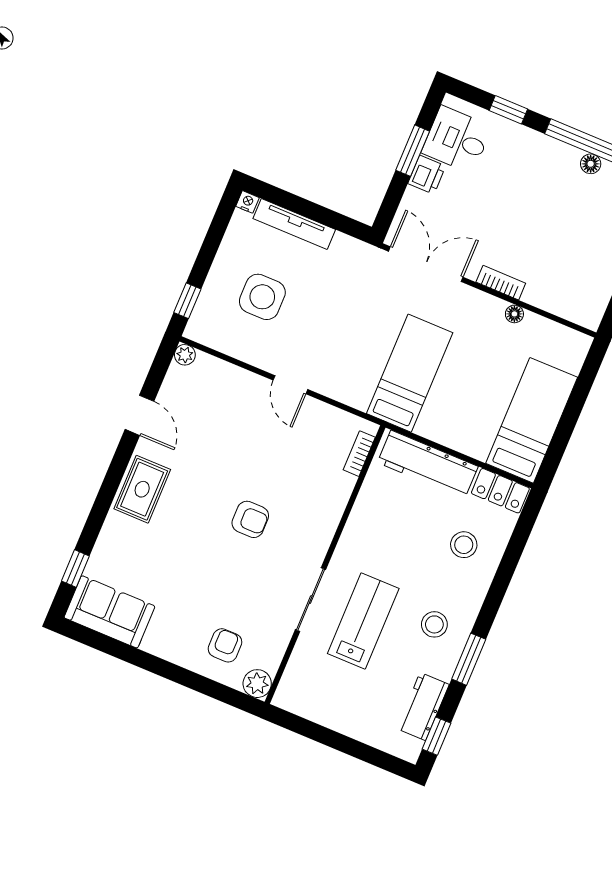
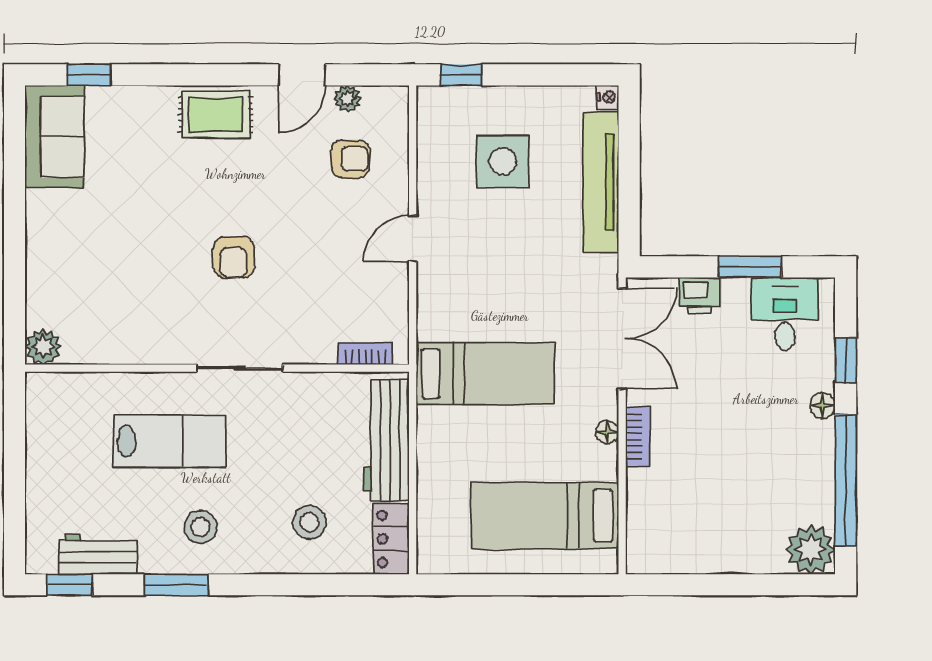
floor lamp: (591, 164) -> (822, 406), moved
printer: (427, 175) -> (700, 296), moved
tv unit: (294, 224) -> (601, 182), width x1.36, depth x1.29
floor lamp: (514, 314) -> (607, 432), moved
plant: (185, 355) -> (347, 99), moved
bed: (532, 420) -> (545, 516), moved, turned 180
sliding door: (310, 600) -> (240, 368), moved
armchair: (225, 645) -> (350, 159), moved

